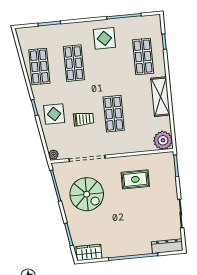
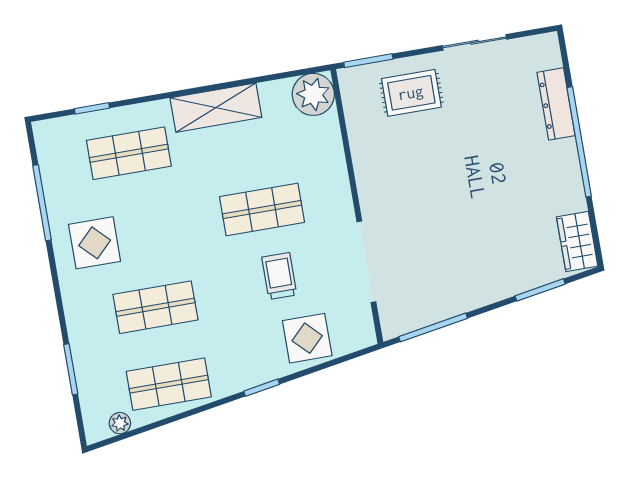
display table: (54, 114) -> (307, 338), moved
plant: (53, 155) -> (120, 423), moved
rug: (135, 179) -> (411, 93), moved, turned 90
spiral stairs: (87, 194) -> (447, 256), removed
dresser: (167, 246) -> (556, 104), moved

